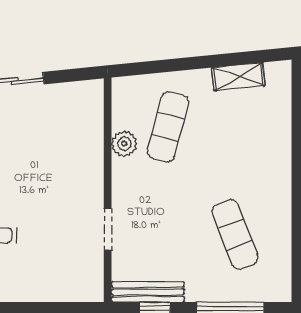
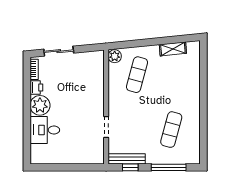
plant: (124, 144) -> (115, 56), moved
exercise mat: (235, 234) -> (171, 130), turned 36

